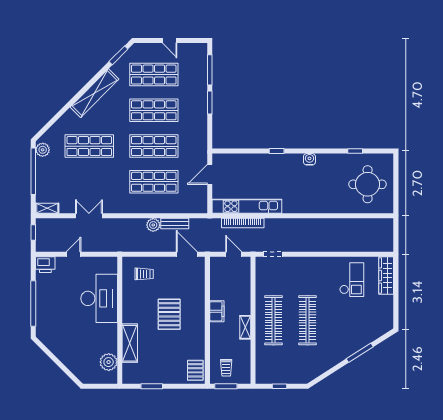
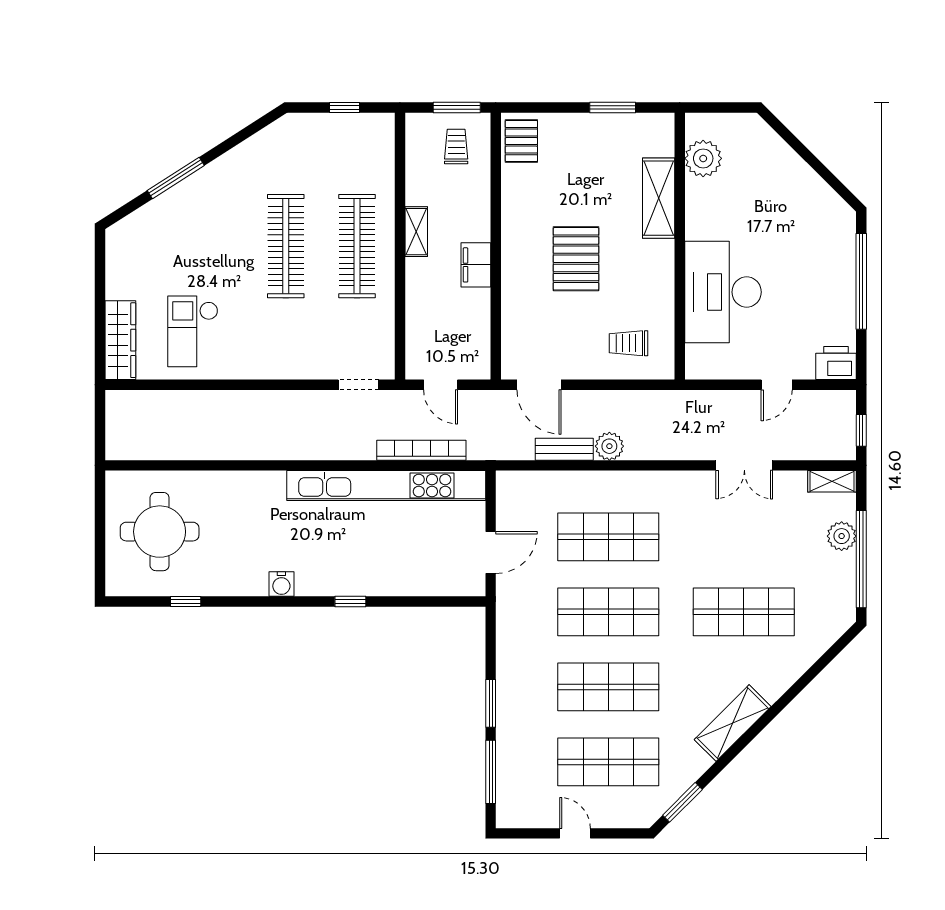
shelving: (95, 93) -> (733, 723), width x0.68
plant: (43, 150) -> (842, 536), moved
kitchen unit: (247, 206) -> (386, 485), width x1.36

